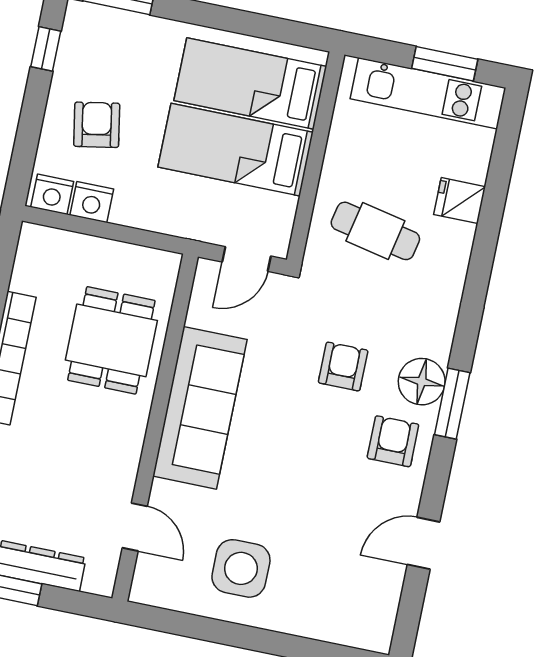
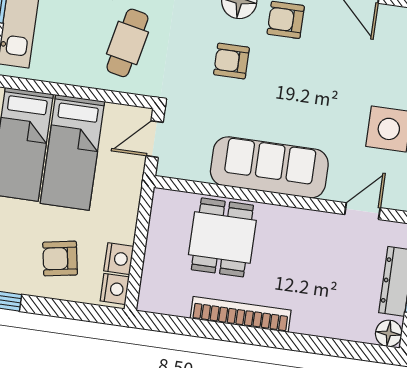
door: (247, 259) -> (155, 139), swing flipped
dining table: (111, 340) -> (222, 237), turned 90

